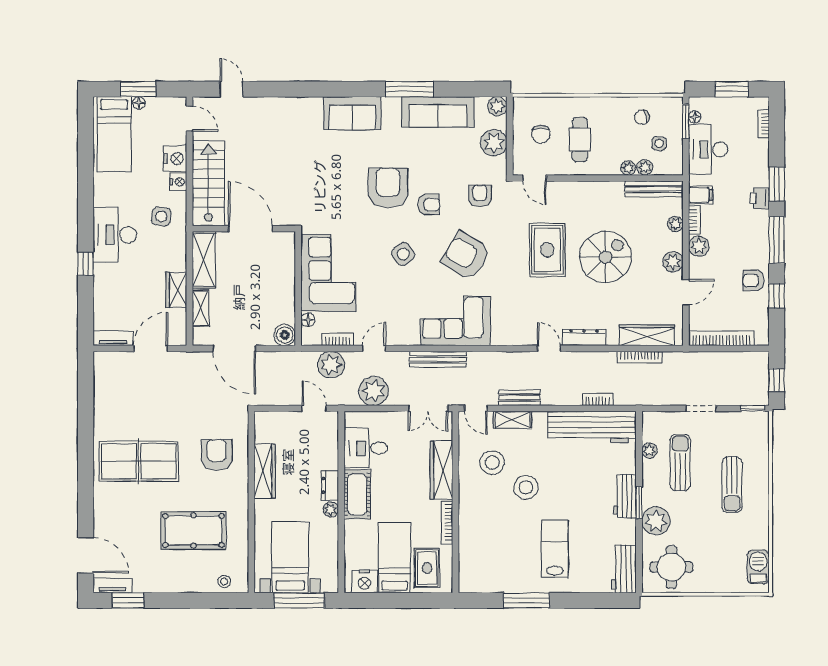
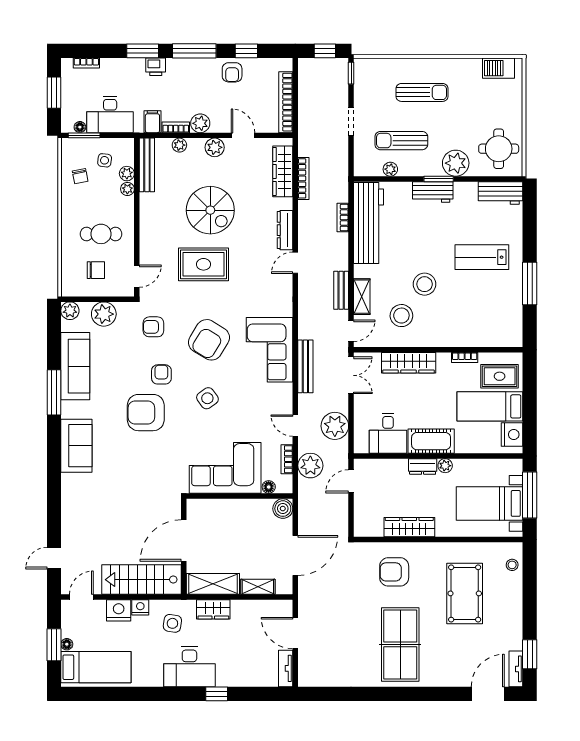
spiral stairs: (605, 257) -> (210, 210), turned 180
wardrobe: (176, 290) -> (213, 609), moved
bookcase: (447, 523) -> (465, 358), width x0.64

